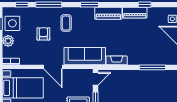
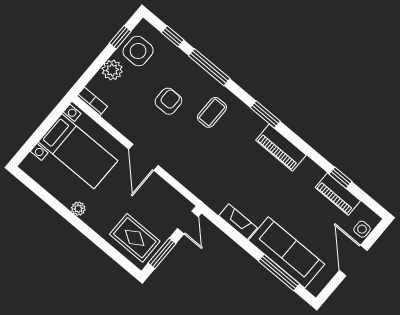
piano: (135, 13) -> (338, 194), moved
sofa: (85, 56) -> (287, 252), moved
door: (95, 79) -> (188, 223), hinge flipped

